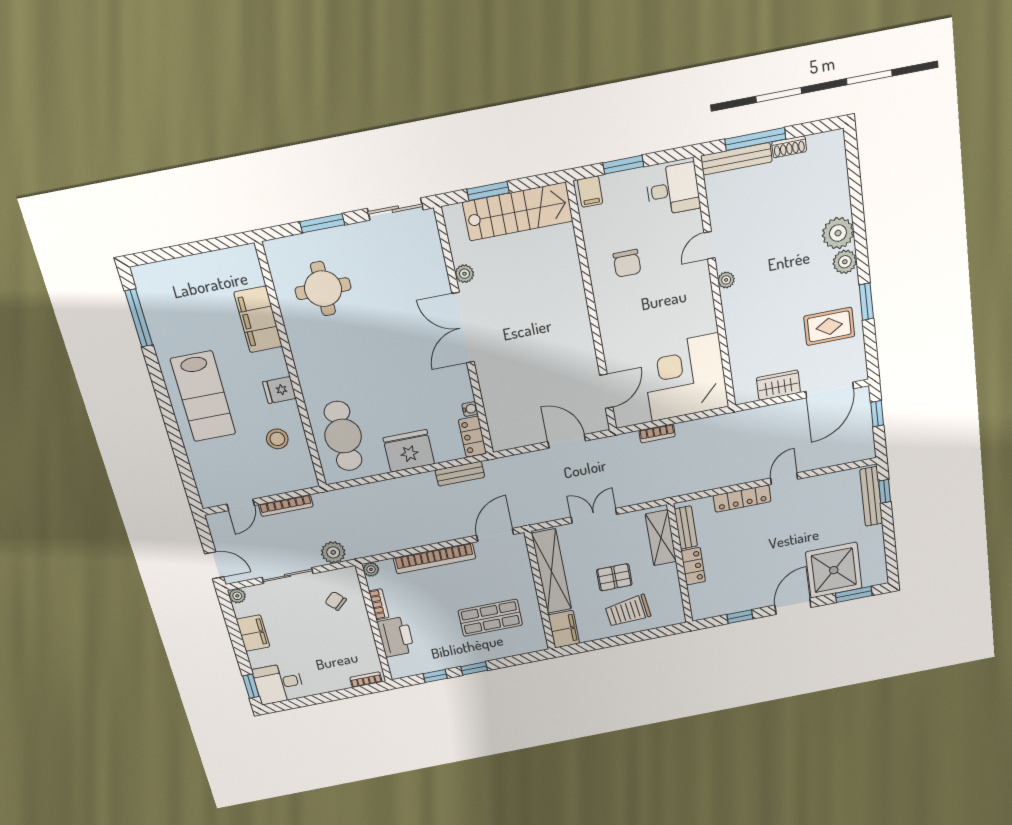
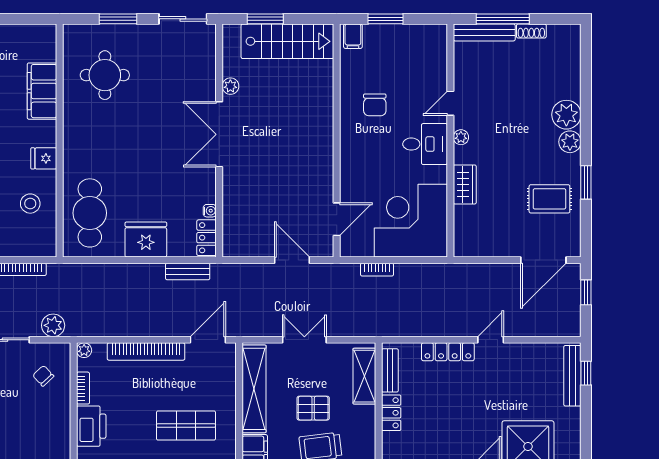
desk: (673, 189) -> (425, 144), moved
wardrobe: (778, 385) -> (465, 184), moved, turned 90

